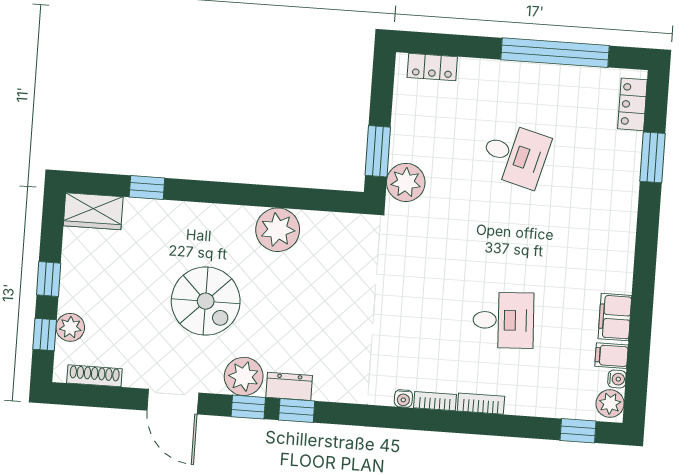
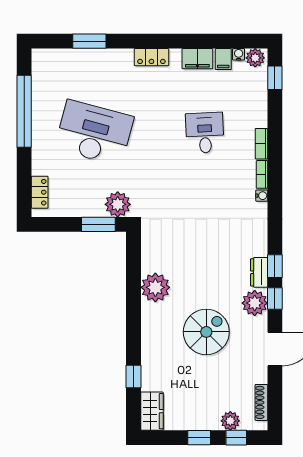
locker: (632, 104) -> (151, 57), moved
desk: (515, 155) -> (94, 133), width x1.87, depth x1.30

